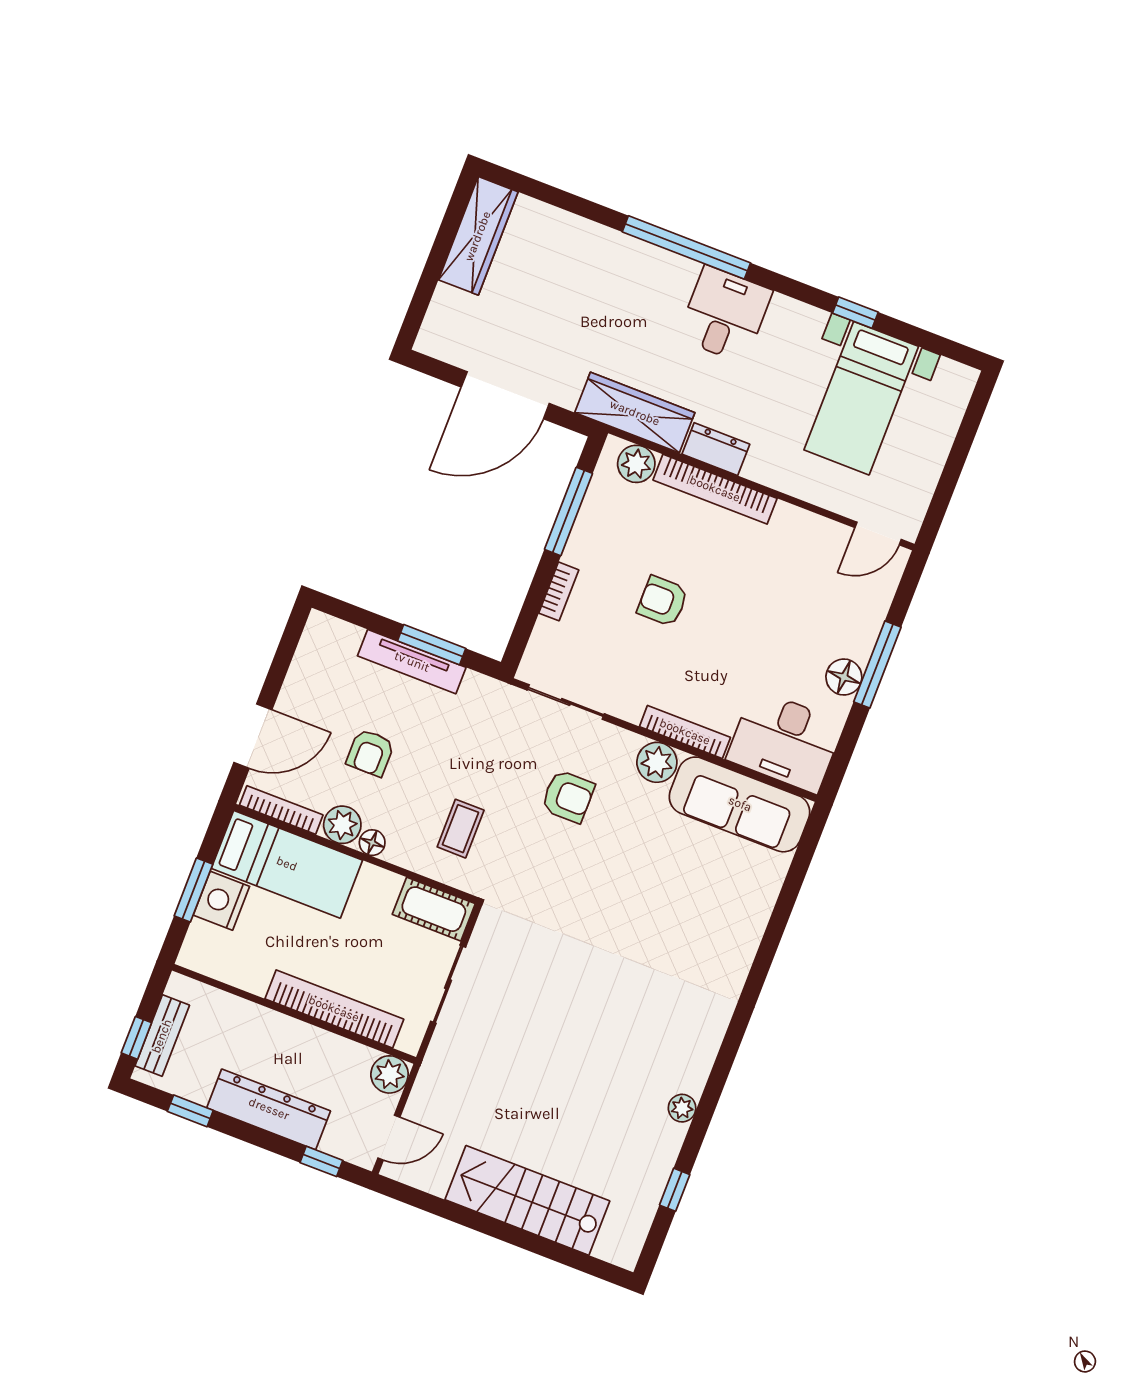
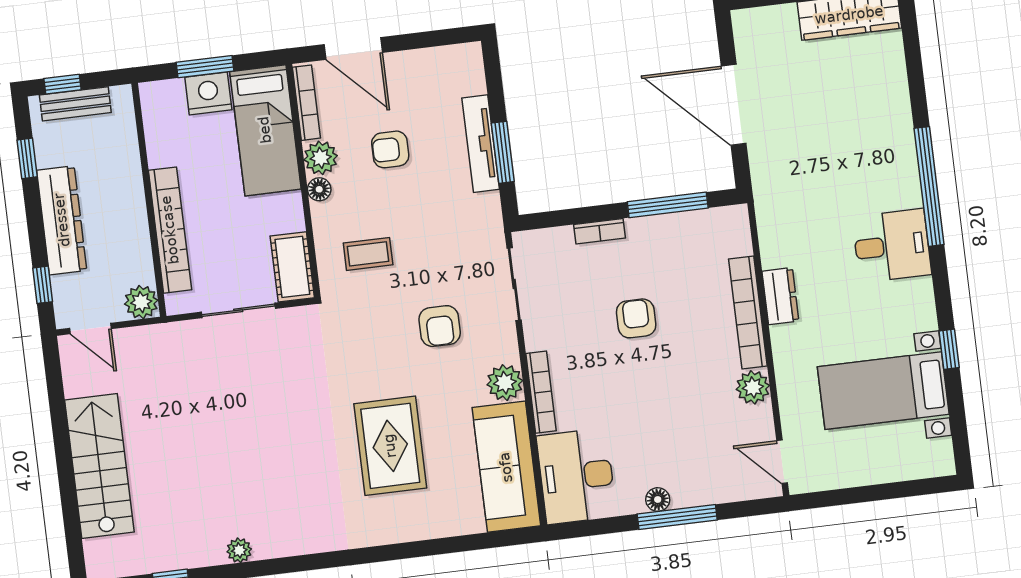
wardrobe: (635, 413) -> (775, 216), removed
plant: (636, 464) -> (753, 387), moved
floor lamp: (844, 677) -> (658, 500), width x0.73, depth x0.73
rug: (659, 907) -> (390, 446), added

